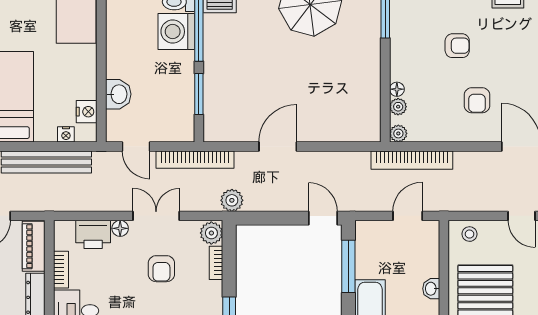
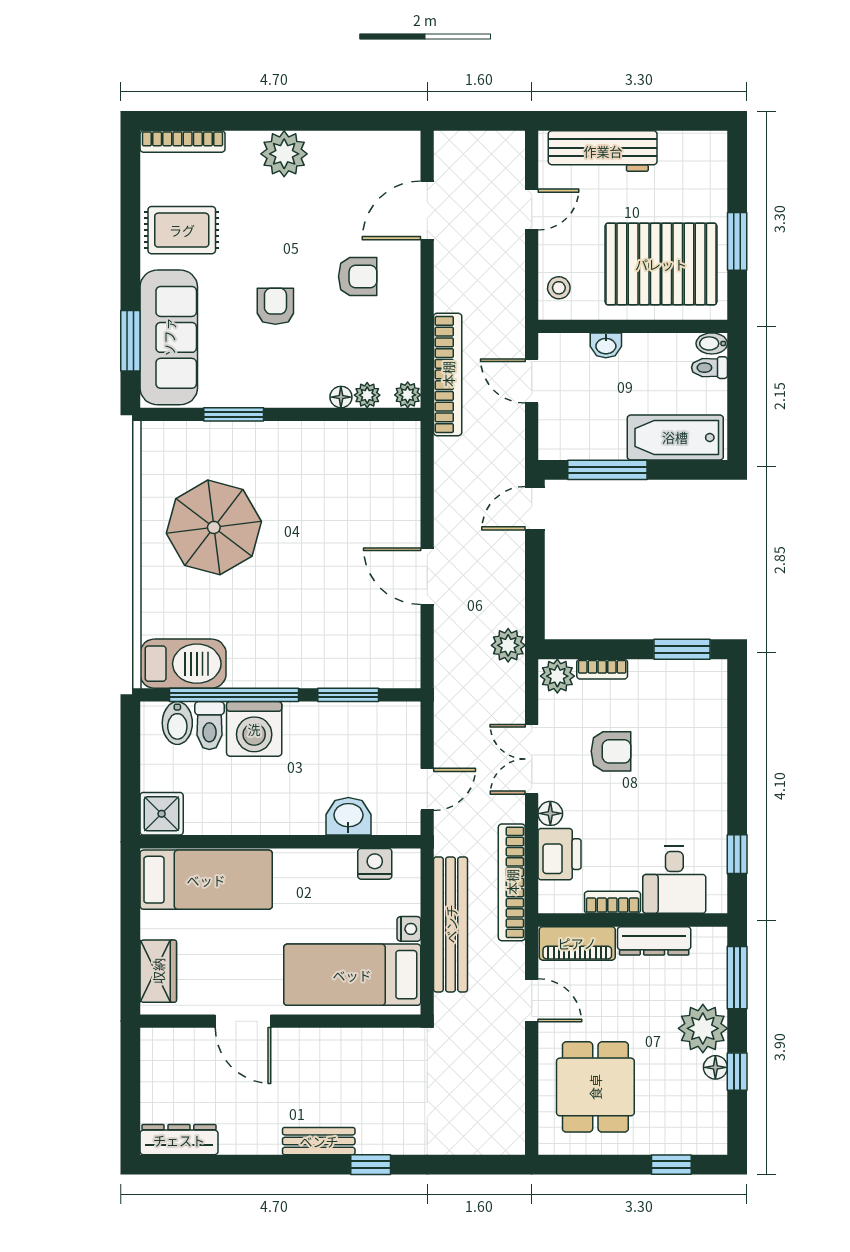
nightstand: (66, 134) -> (409, 929), moved
bookcase: (195, 160) -> (512, 882), moved, turned 180
washbasin: (431, 289) -> (606, 345), moved

